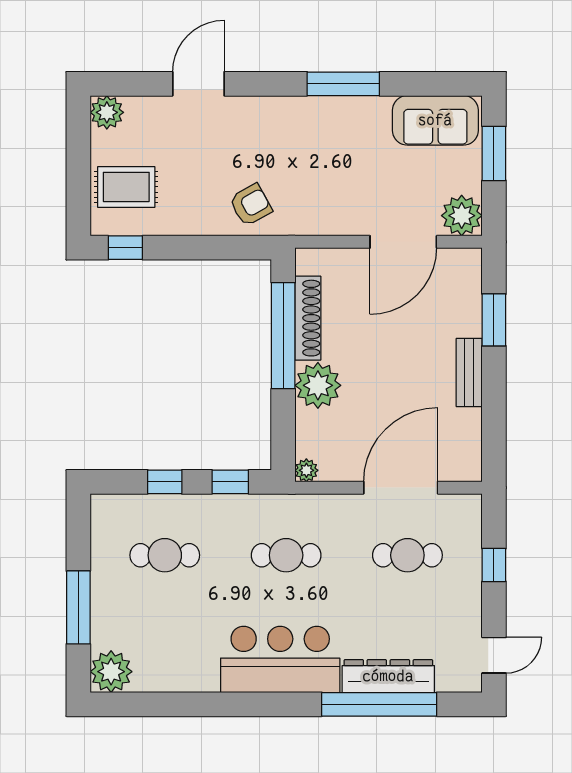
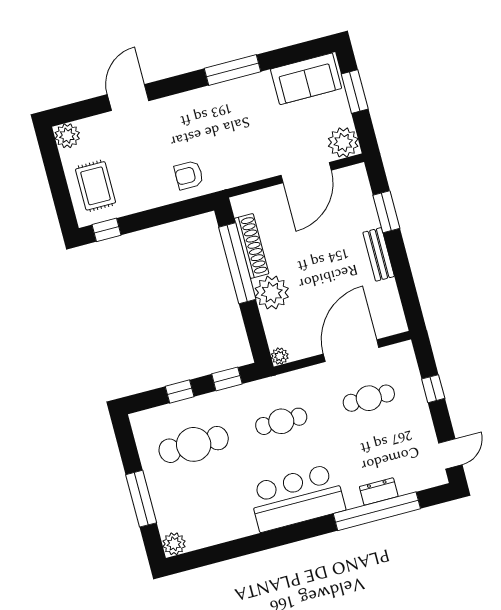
rug: (126, 187) -> (96, 186), turned 90
armchair: (251, 205) -> (189, 175), turned -151
cafe table: (165, 555) -> (194, 444), width x1.37, depth x1.35
plant: (111, 672) -> (174, 544), width x0.73, depth x0.73
dresser: (388, 676) -> (379, 491), width x0.51, depth x0.80

